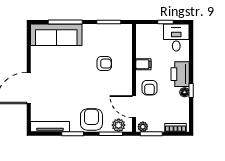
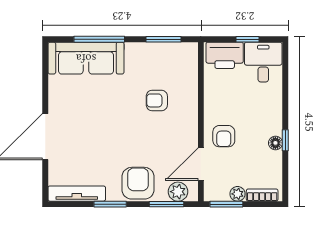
armchair: (104, 64) -> (157, 100), turned 180
filing cabinet: (143, 64) -> (215, 102), removed
printer: (180, 74) -> (225, 55), moved, turned -90
door: (134, 107) -> (201, 164), hinge flipped
plant: (143, 127) -> (238, 194), moved

